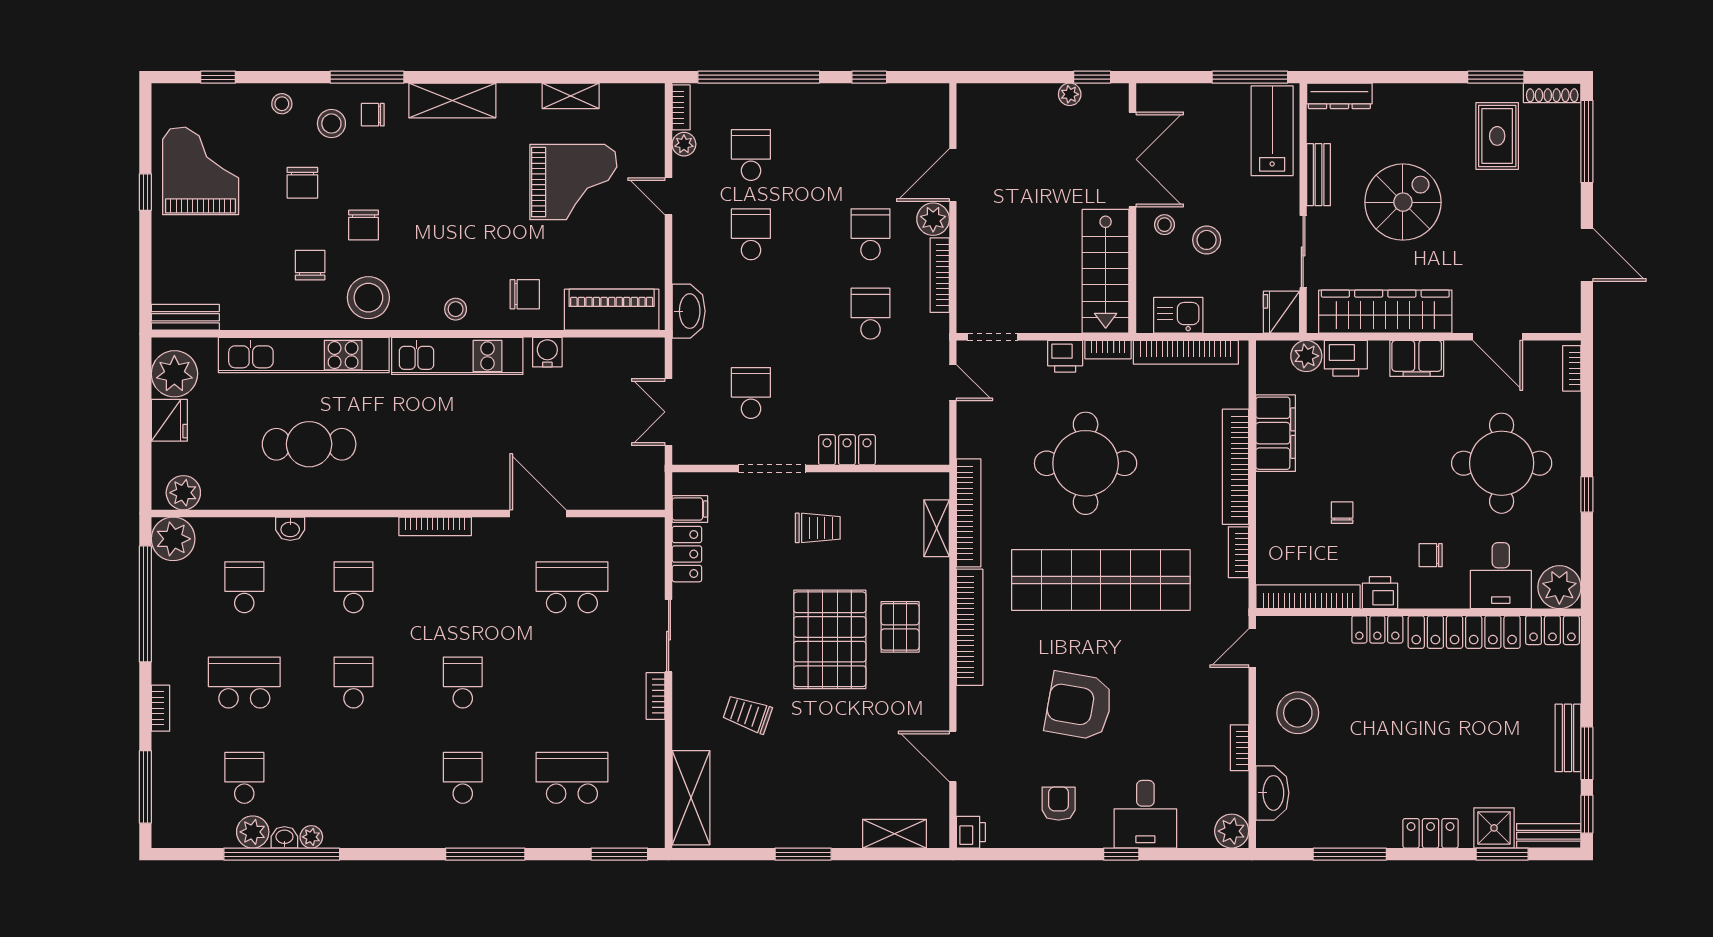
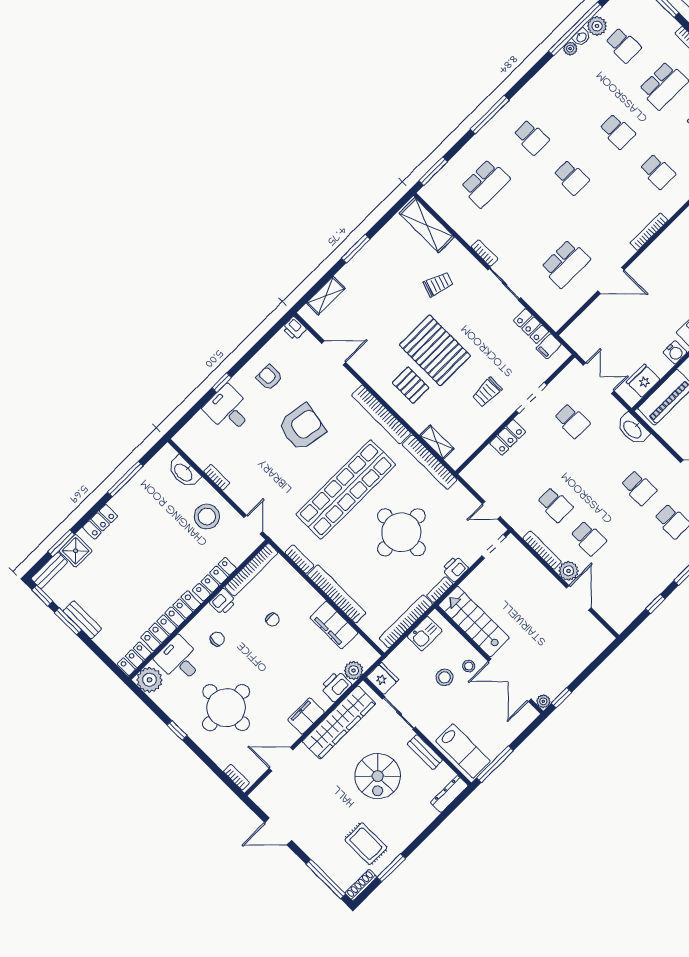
plant: (1070, 94) -> (543, 701), moved
fridge: (619, 356) -> (643, 381), added
locker: (1377, 629) -> (214, 579), width x1.53
armchair: (1059, 804) -> (269, 378), turned 180
plant: (1232, 831) -> (185, 439), removed

